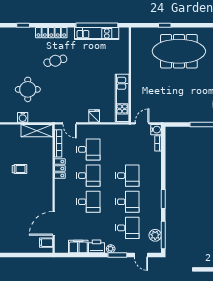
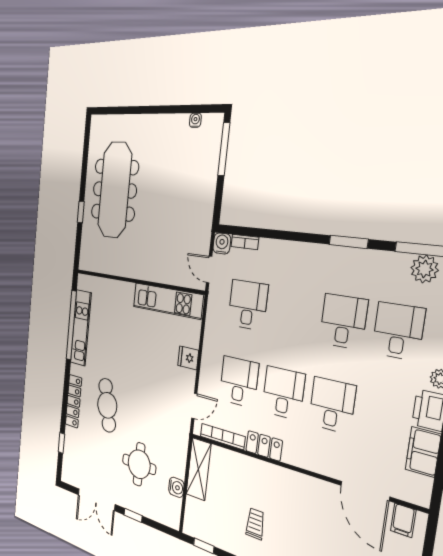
cafe table: (55, 61) -> (107, 405), width x1.37, depth x1.35
desk: (127, 176) -> (248, 305), moved

